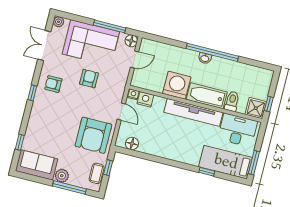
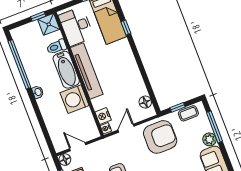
window: (212, 52) -> (19, 64), moved

